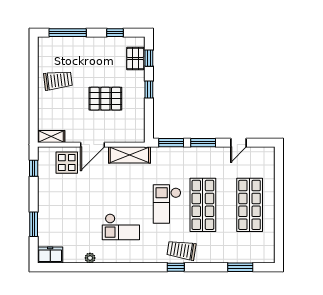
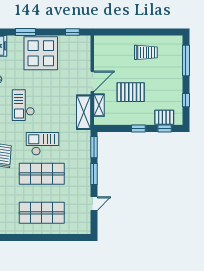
trolley: (58, 80) -> (146, 52), turned -83
pallet: (105, 99) -> (131, 92), turned 90
shelving: (51, 136) -> (99, 105), moved
door: (239, 143) -> (94, 204), swing flipped
door: (93, 145) -> (92, 81), swing flipped
display table: (67, 163) -> (41, 53), moved, width x1.86, depth x1.86

